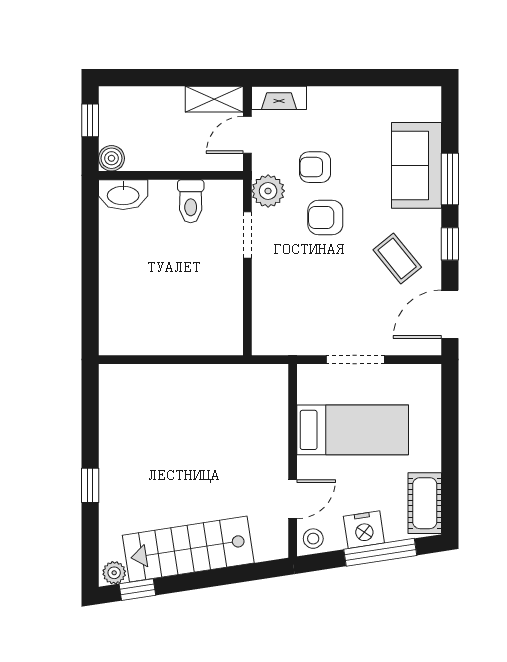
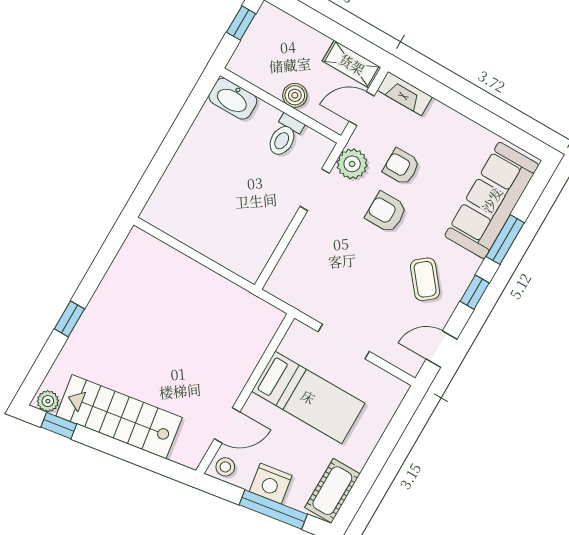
boiler: (111, 158) -> (295, 95), moved
sofa: (416, 165) -> (492, 200), width x1.36
door: (450, 314) -> (442, 349), width x0.73

